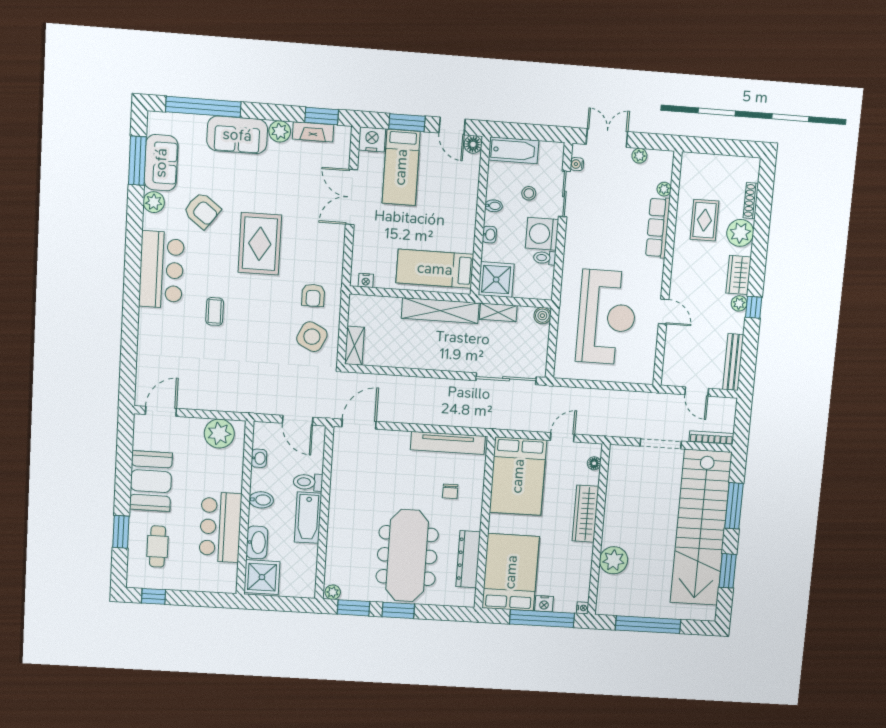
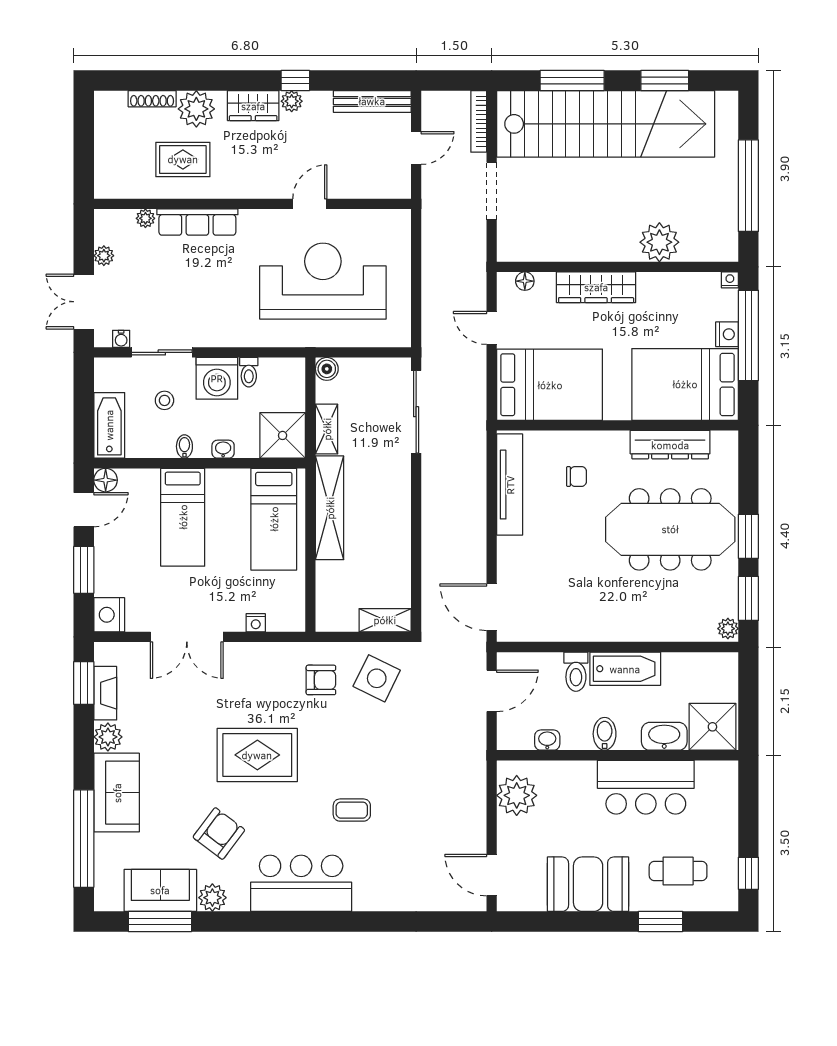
bed: (401, 167) -> (183, 517), moved, turned 90
nightstand: (366, 280) -> (256, 623), moved, turned 90

